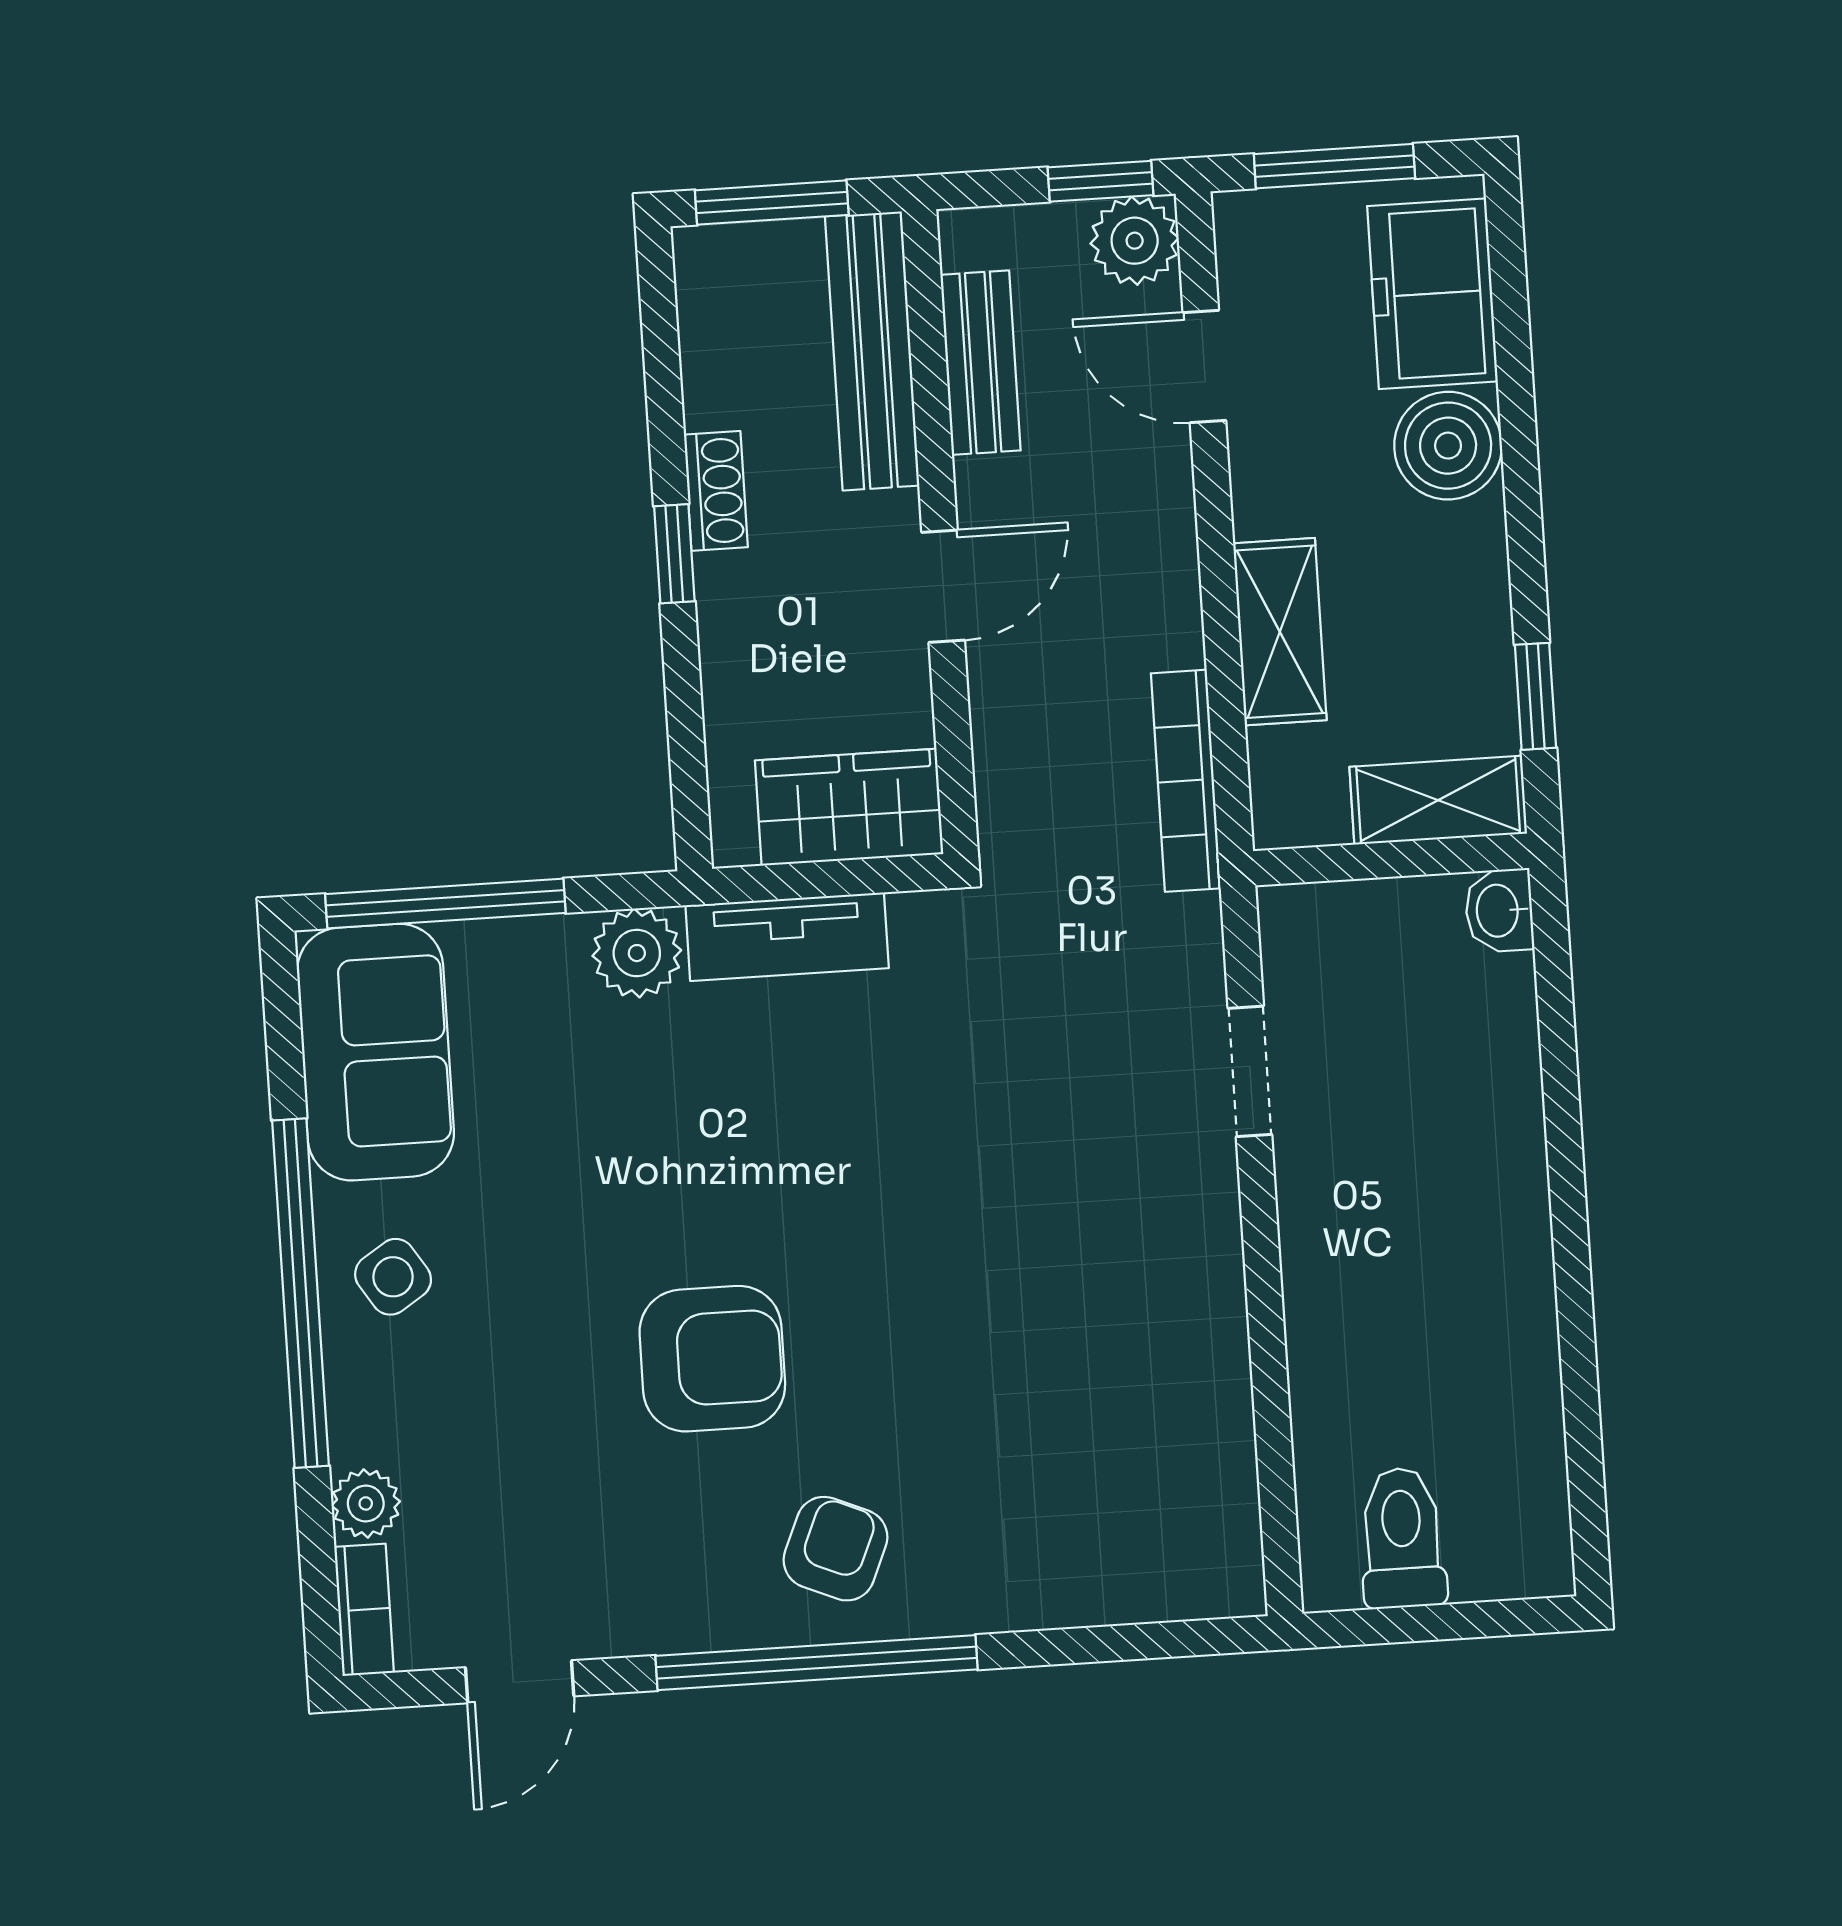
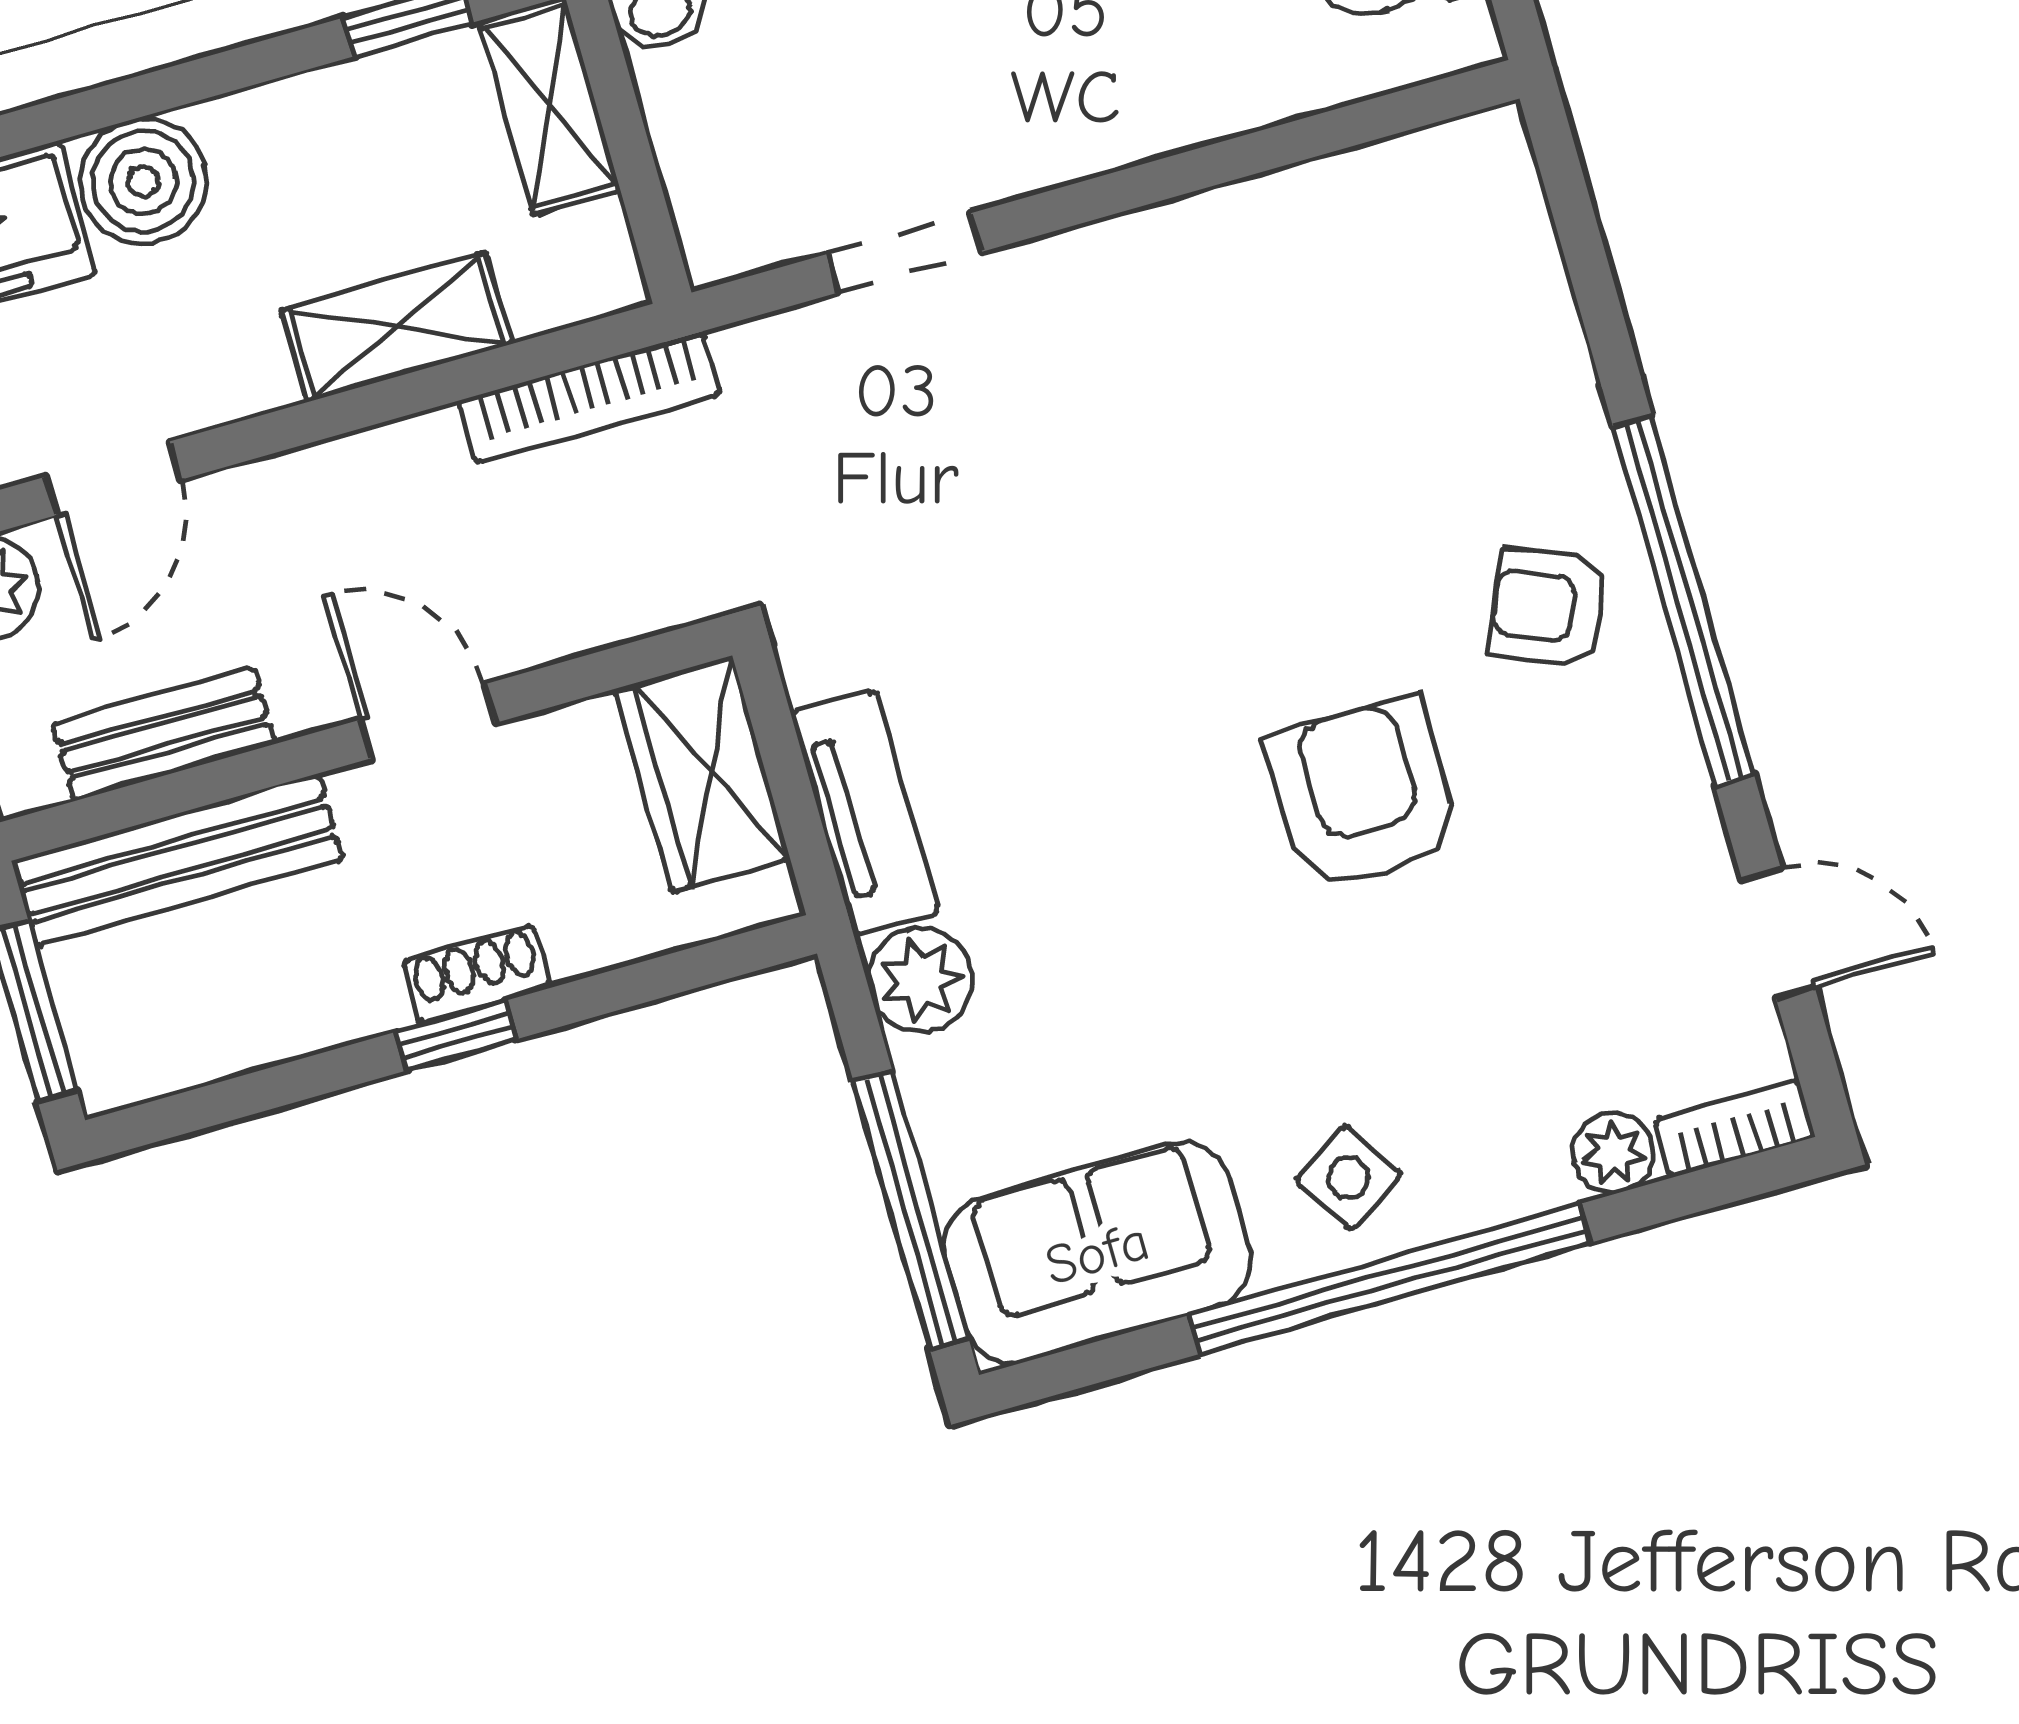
shoe rack: (716, 491) -> (477, 975), moved

